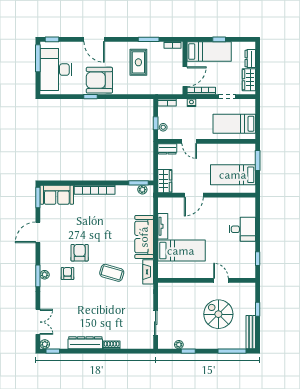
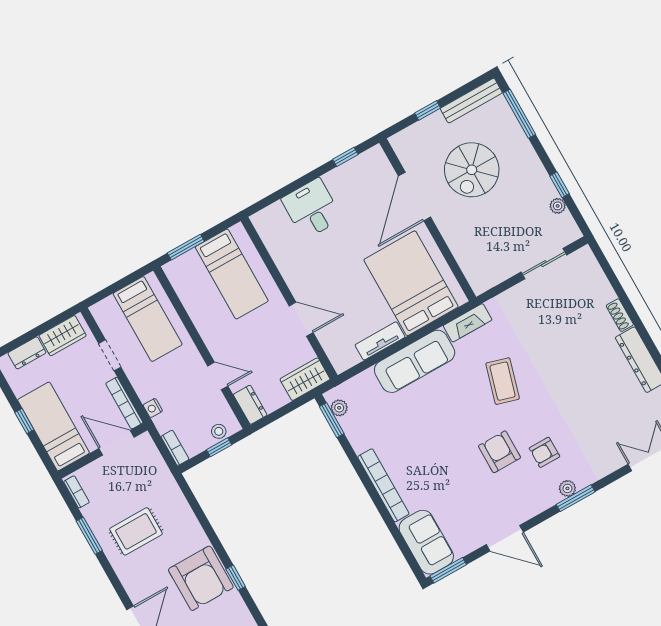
door: (189, 141) -> (218, 376), hinge flipped
bed: (181, 251) -> (411, 283), width x1.50
armchair: (80, 253) -> (499, 452), turned 90
door: (221, 280) -> (415, 197), width x1.87

